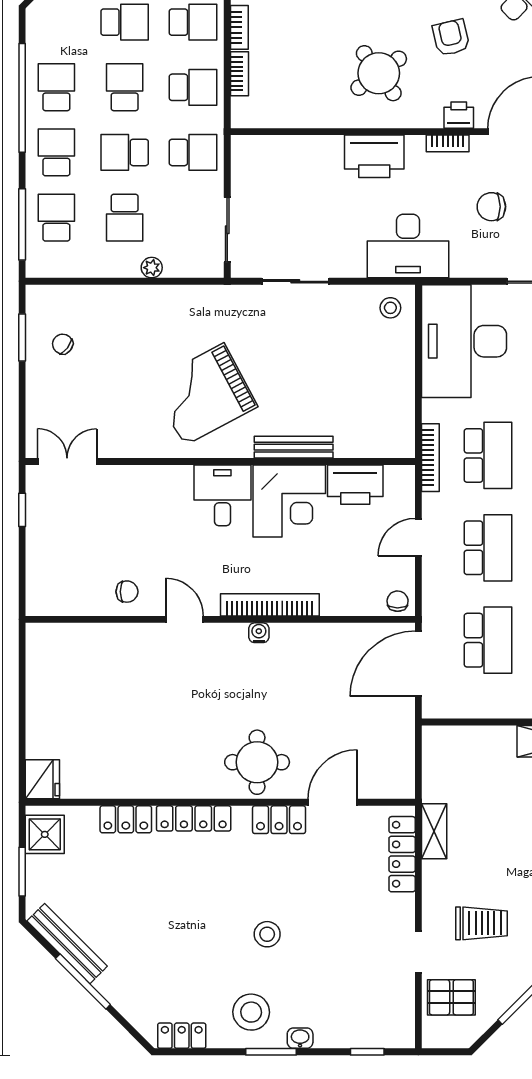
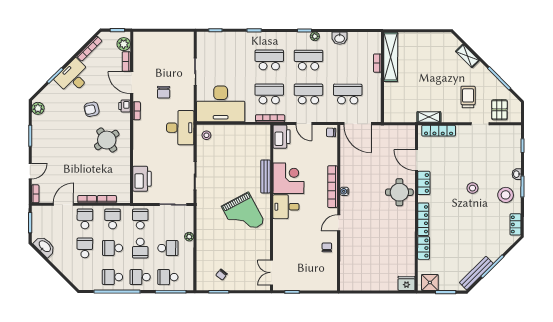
printer: (374, 156) -> (142, 179), moved
printer: (355, 485) -> (282, 137), moved

